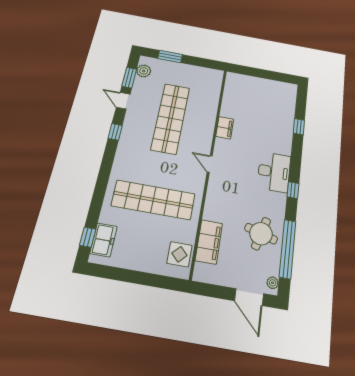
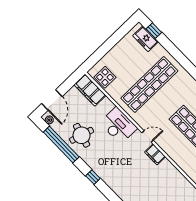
filing cabinet: (225, 128) -> (155, 154), moved
desk: (274, 172) -> (118, 125), moved, turned 180
filing cabinet: (209, 242) -> (90, 90), moved
door: (249, 297) -> (52, 100), swing flipped

